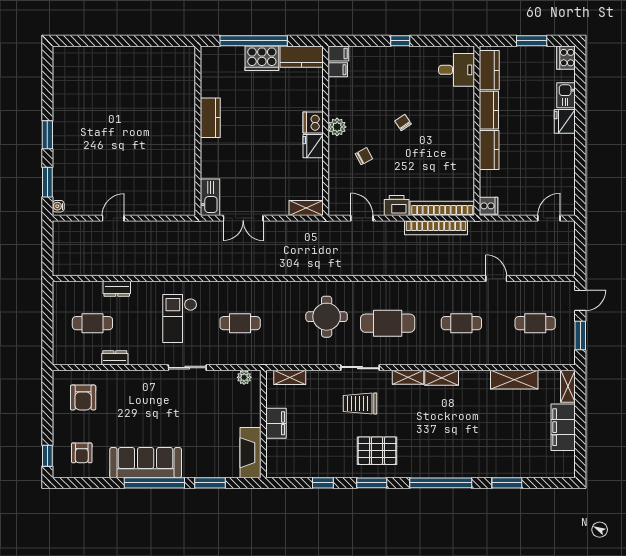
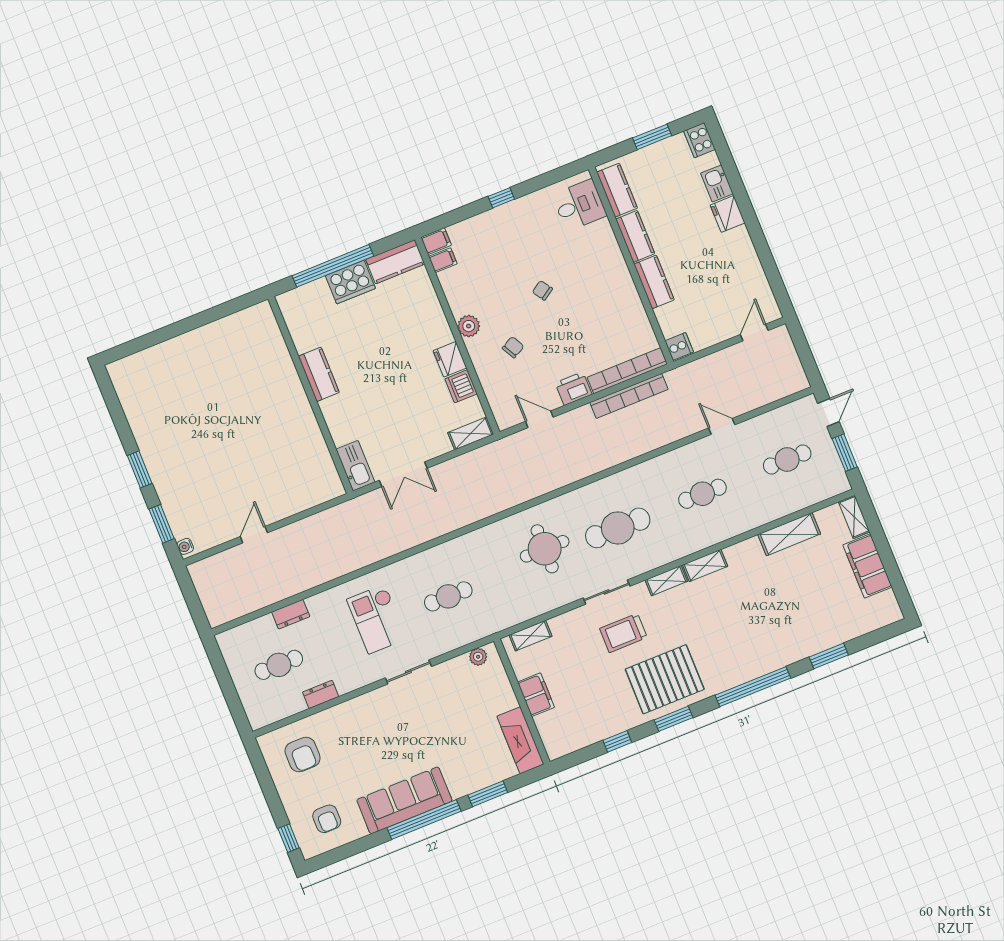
dishwasher: (313, 123) -> (461, 386), moved
pallet: (377, 451) -> (665, 679), width x1.37, depth x1.41

